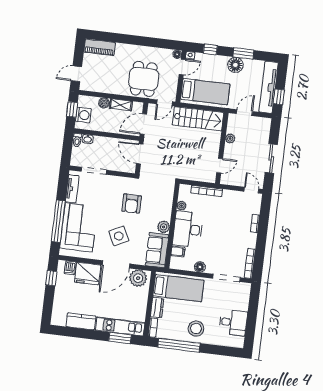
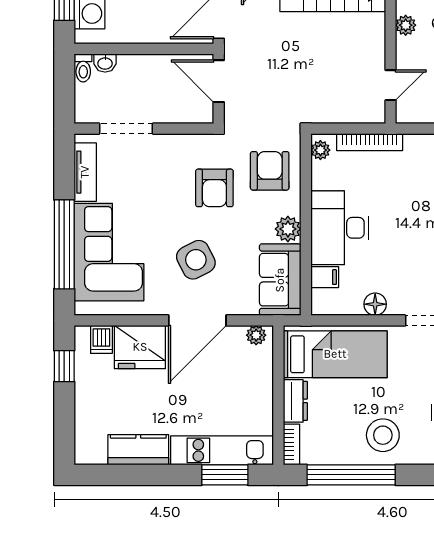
armchair: (158, 199) -> (270, 171), added
plant: (182, 206) -> (320, 150), moved
plant: (138, 278) -> (256, 335), width x0.53, depth x0.53

